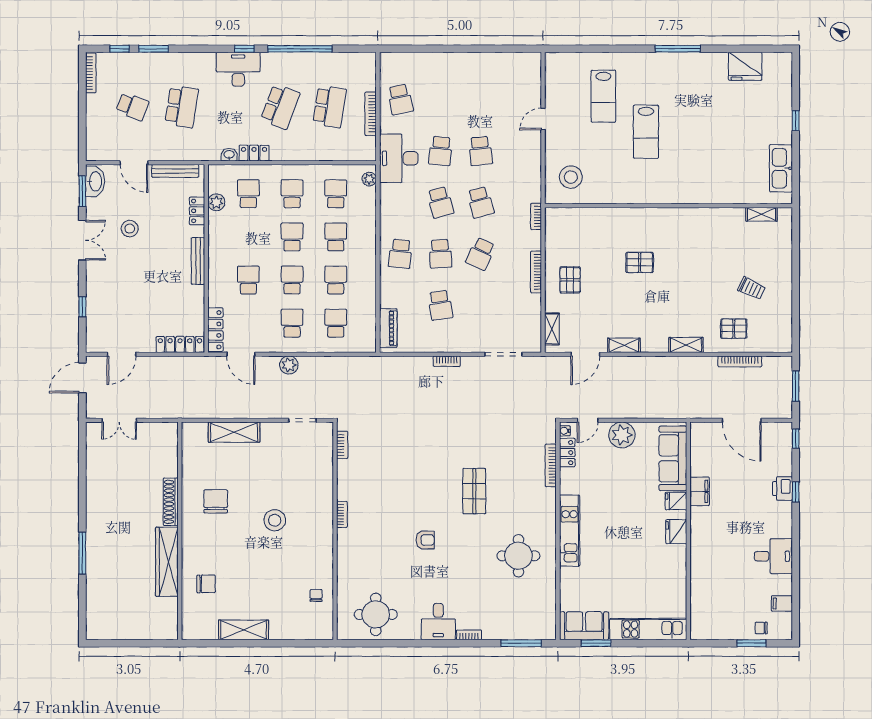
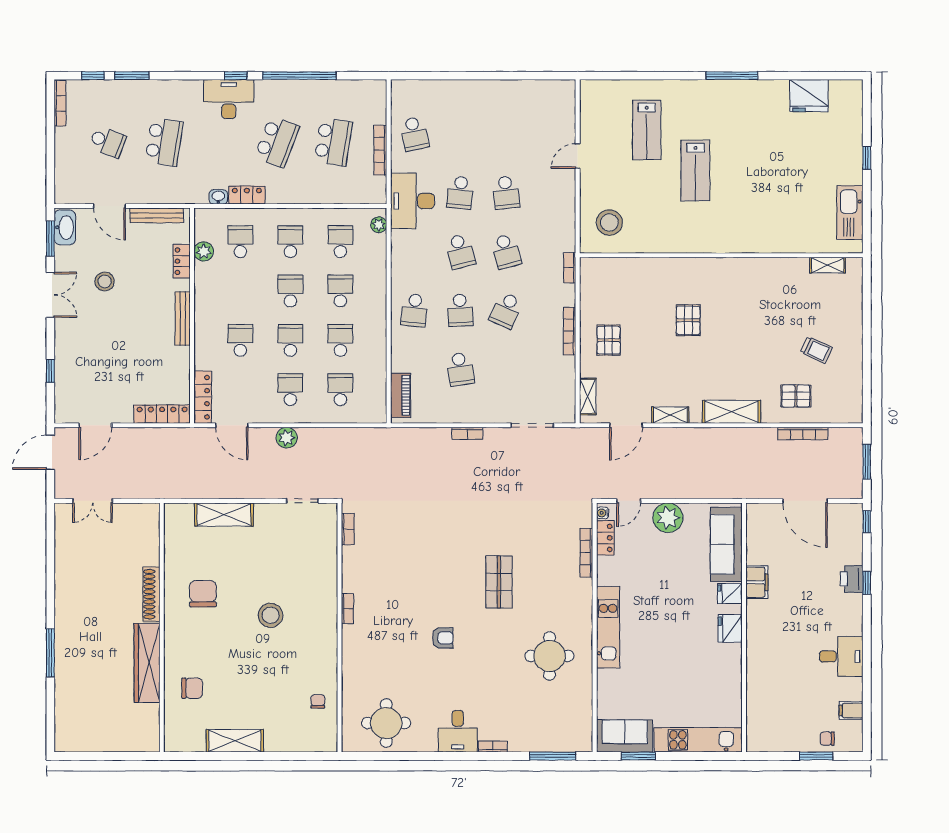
pallet: (640, 262) -> (688, 320), turned 90
shelving: (686, 345) -> (731, 412), width x1.50, depth x1.33

